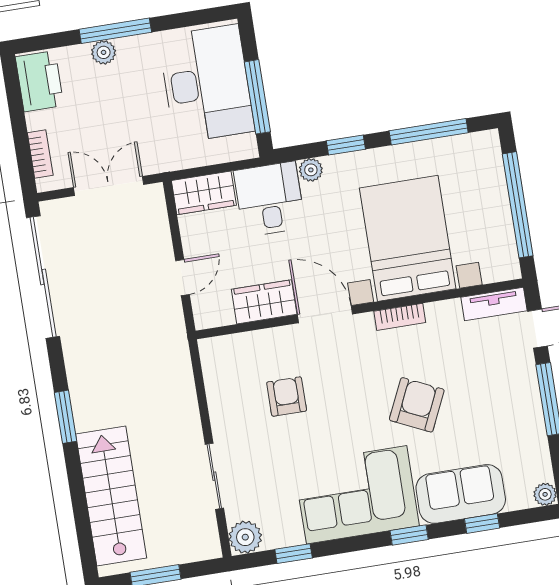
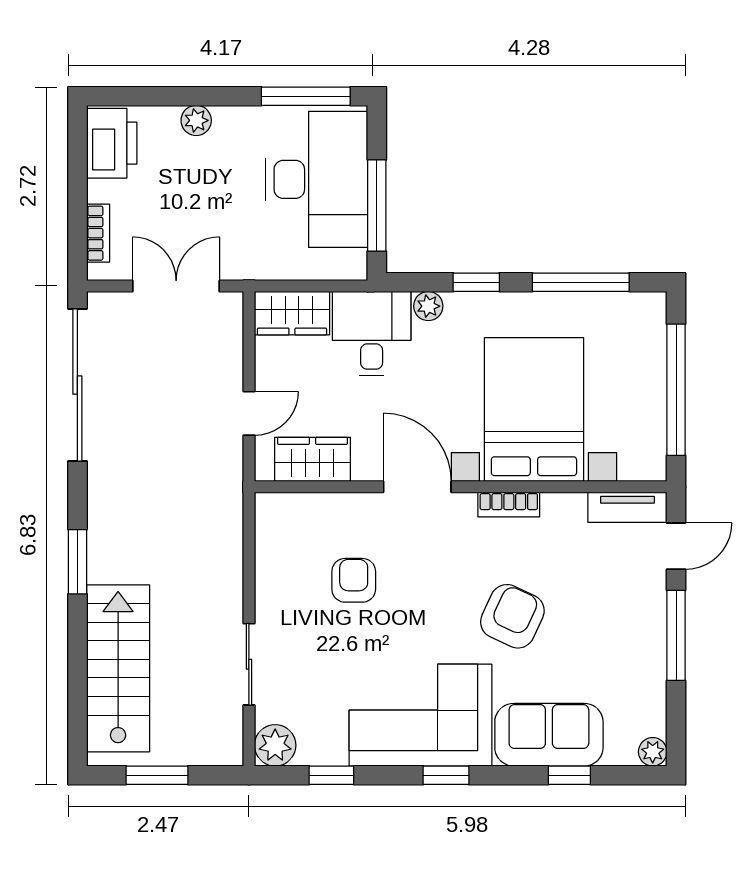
window: (115, 31) -> (306, 96), moved
wardrobe: (264, 302) -> (312, 459), moved
window: (409, 535) -> (446, 775), moved

